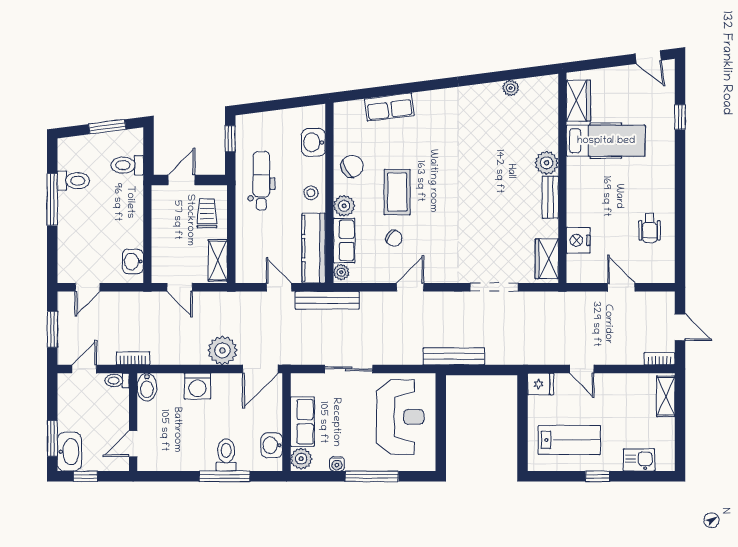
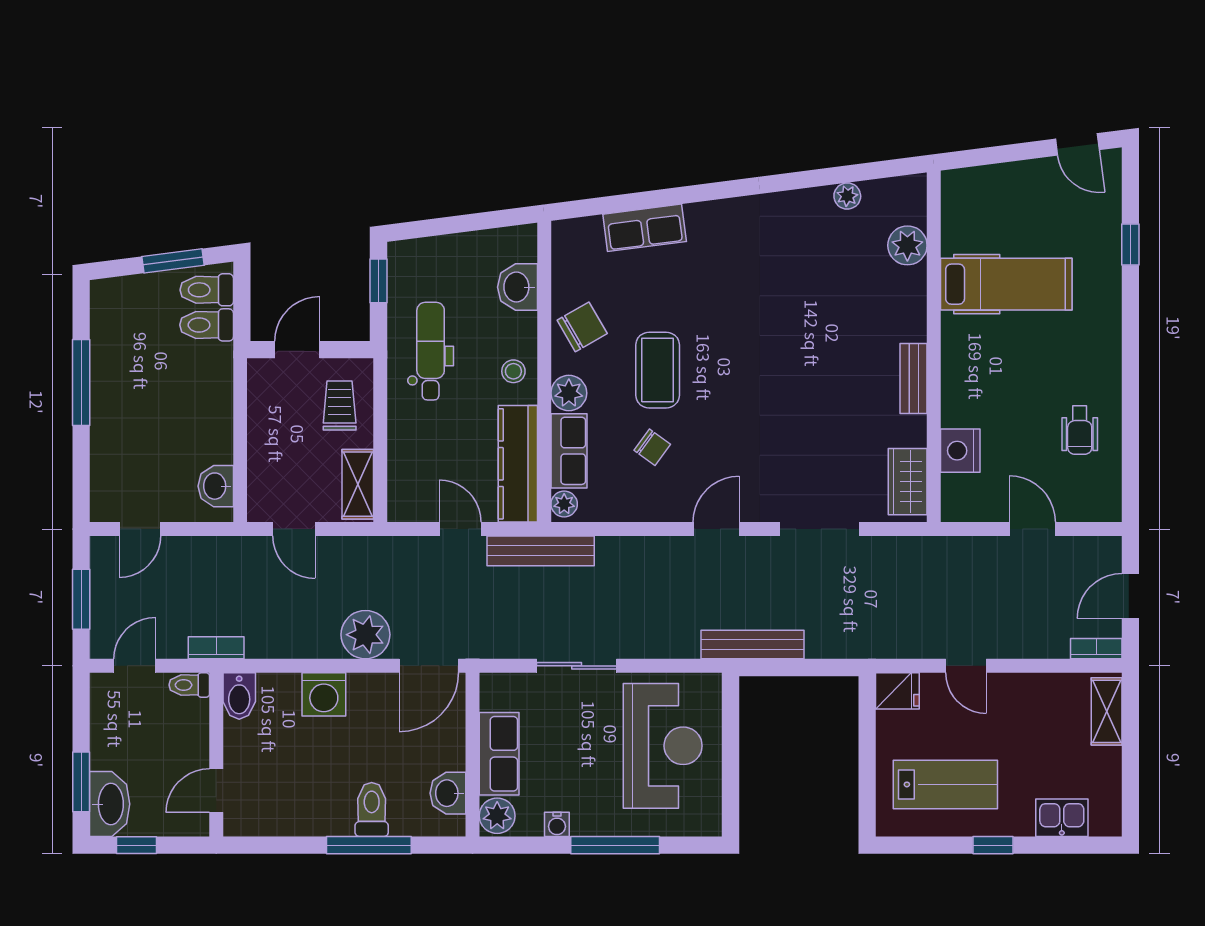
wardrobe: (578, 101) -> (961, 217), removed
plant: (547, 163) -> (907, 245), moved
toilet: (73, 181) -> (207, 290), moved, turned 180
door: (410, 287) -> (716, 529), moved
door: (680, 327) -> (1130, 596), swing flipped

